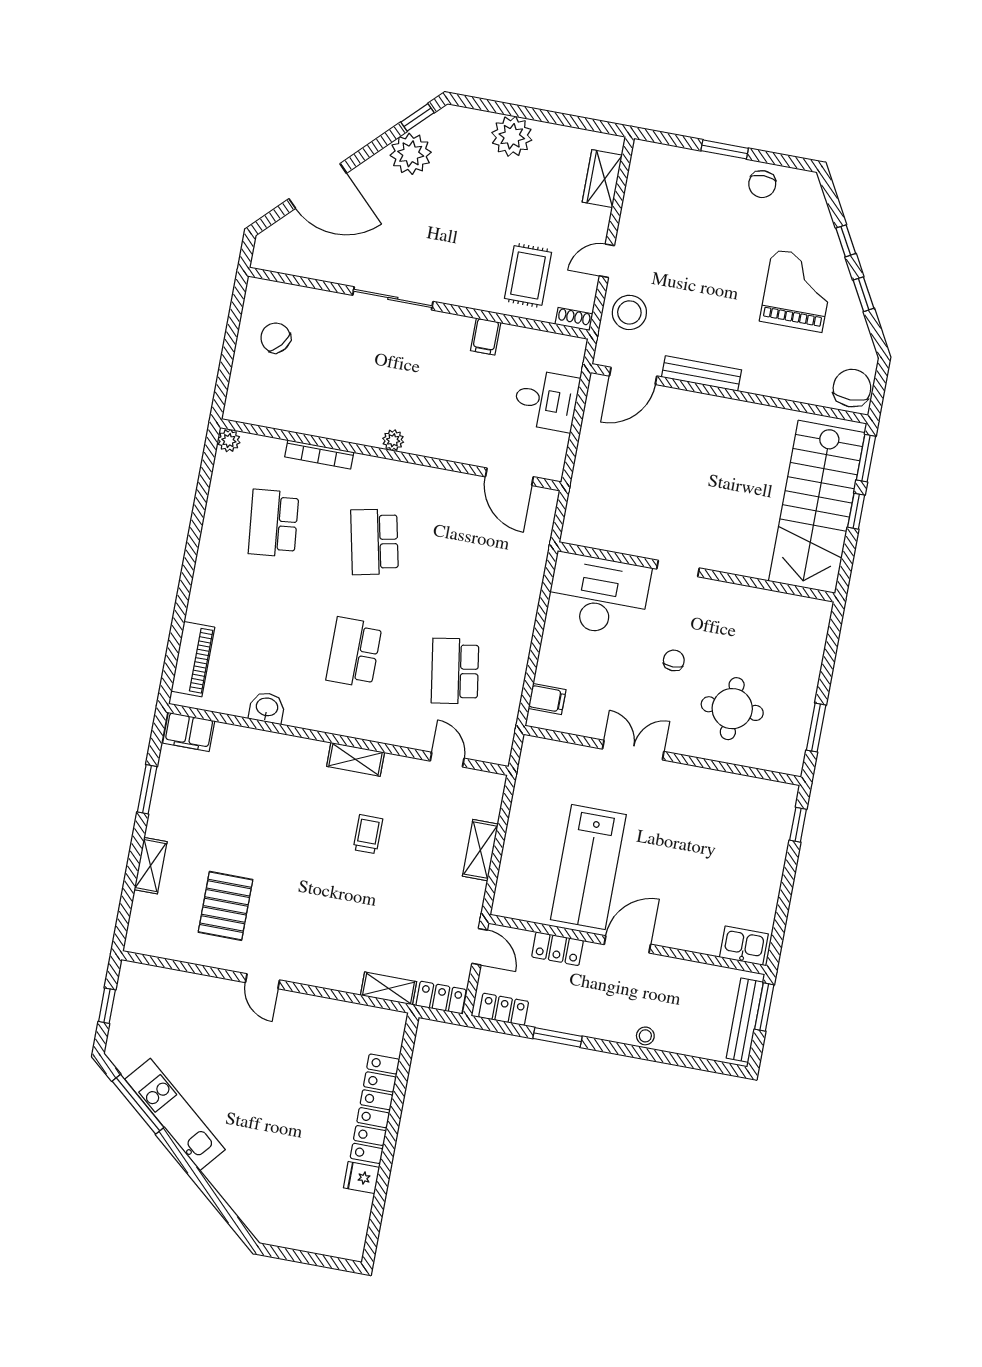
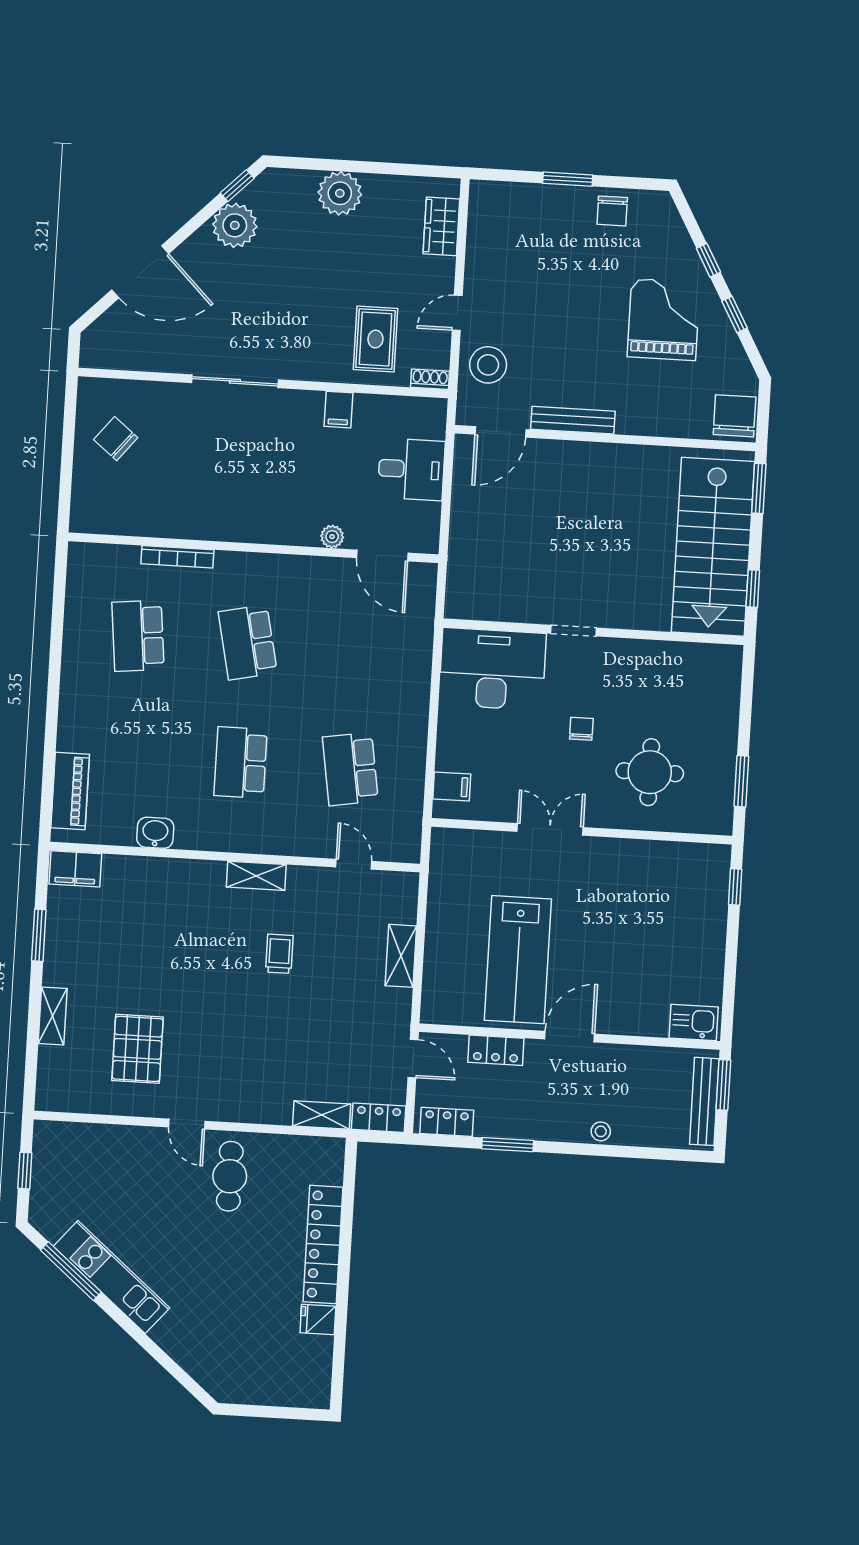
plant: (393, 440) -> (332, 537), moved
plant: (229, 441) -> (79, 554), removed
window: (856, 511) -> (753, 589), moved
cafe table: (296, 1035) -> (230, 1176), added

